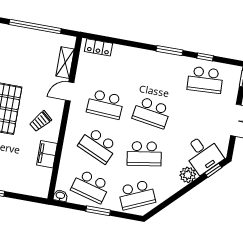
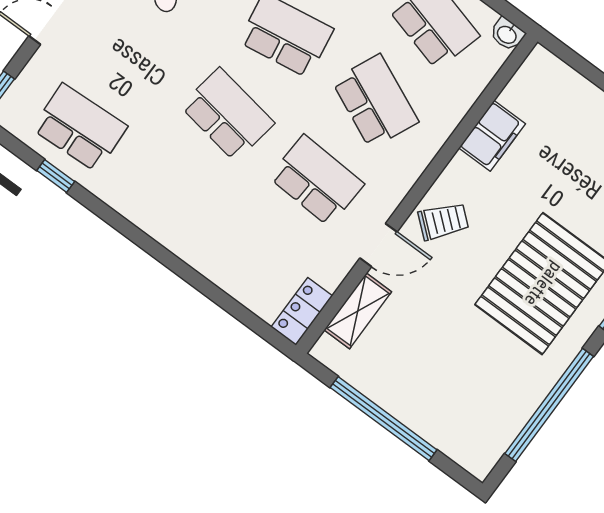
locker: (98, 47) -> (302, 311), moved, turned -90
window: (170, 51) -> (124, 227), removed
trolley: (40, 121) -> (443, 221), moved

